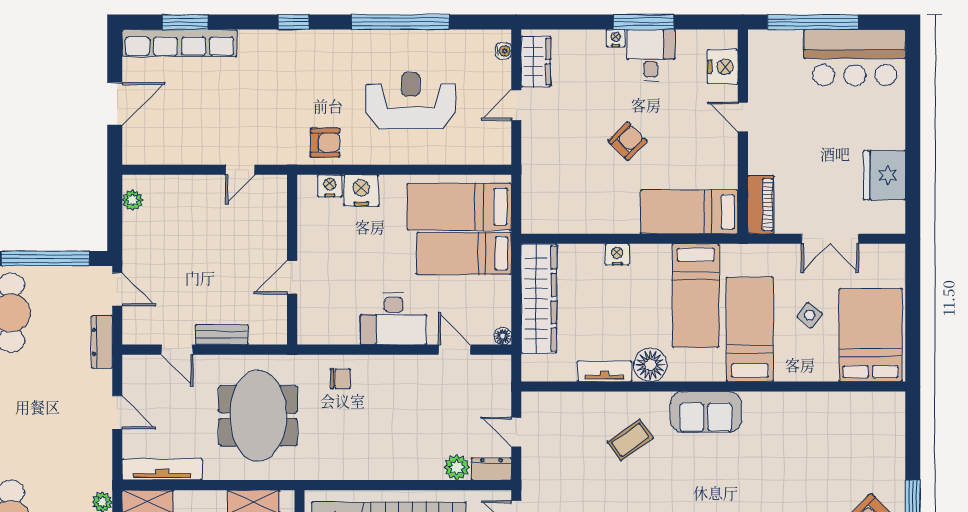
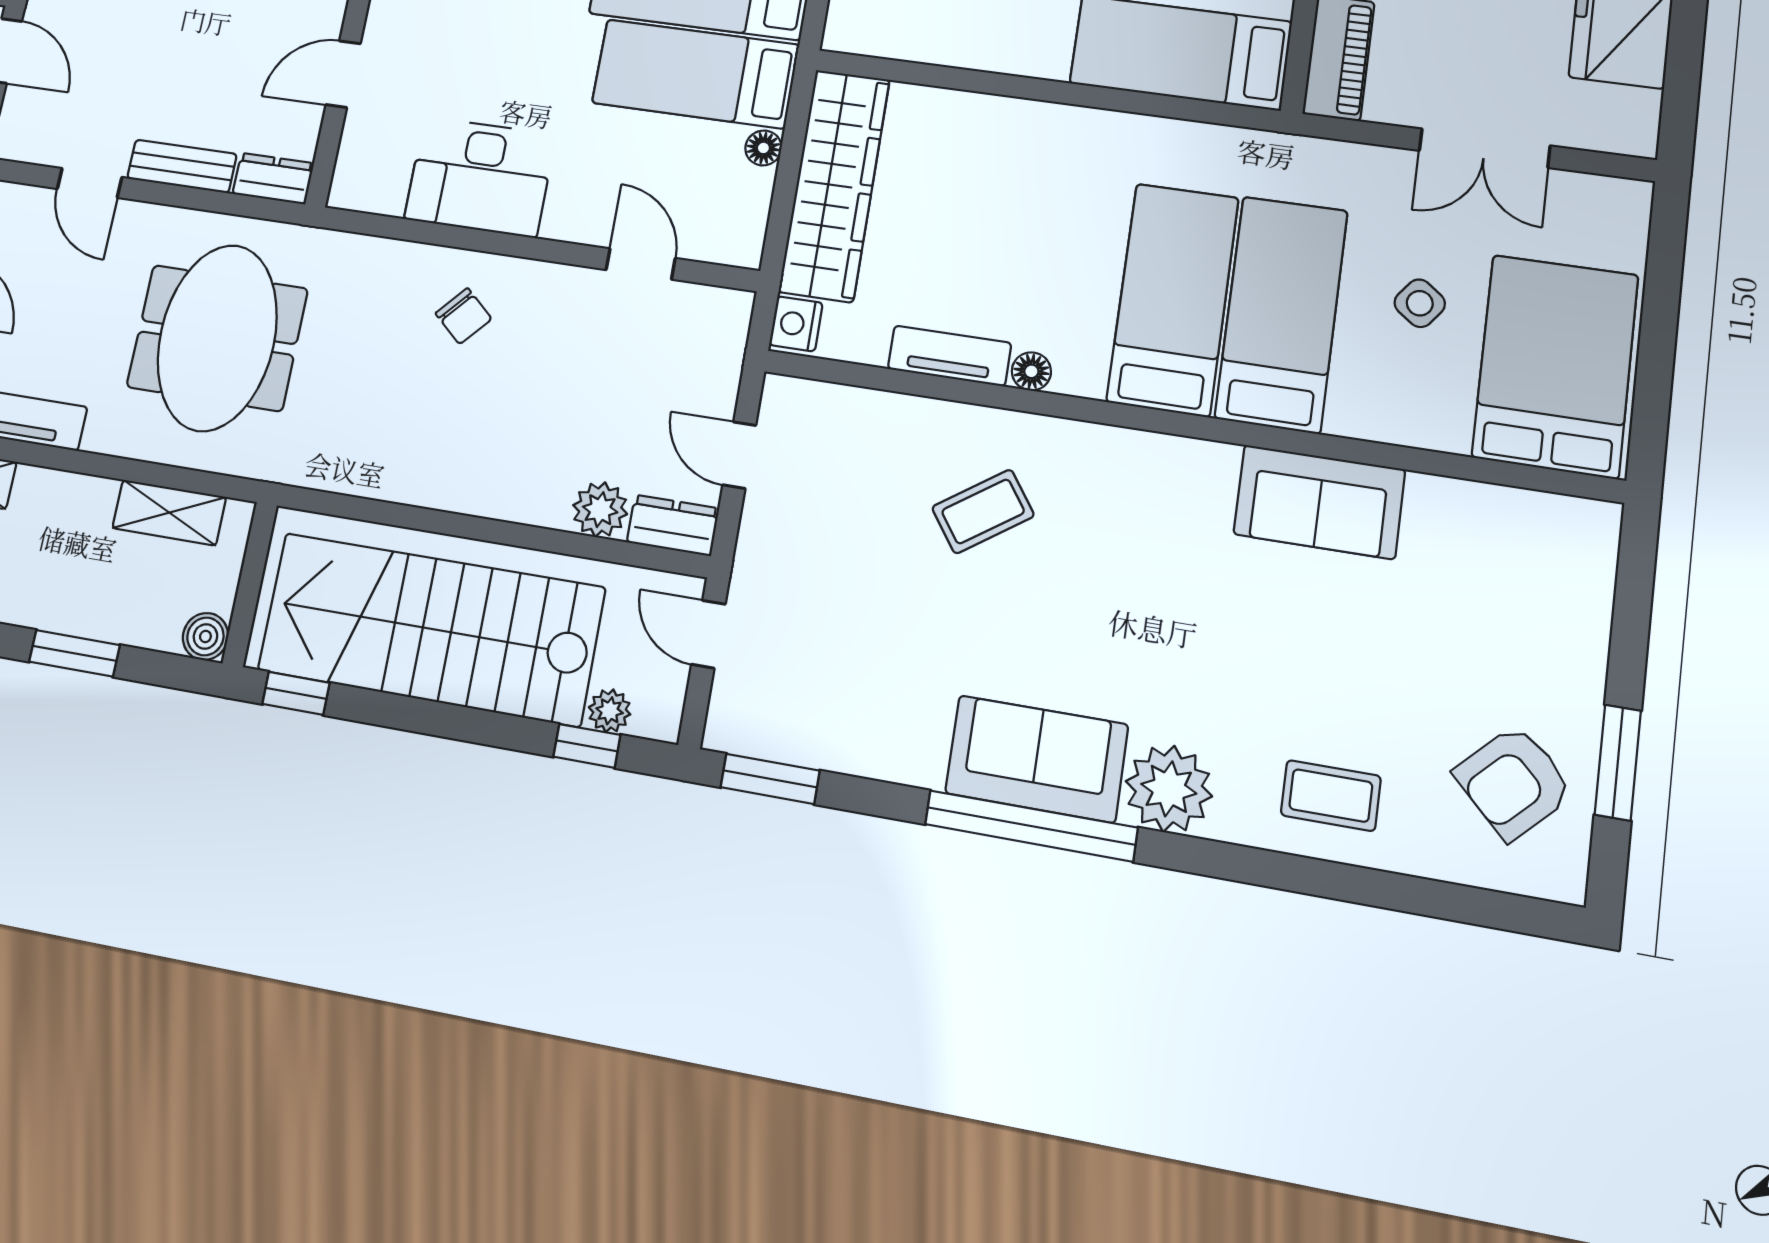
nightstand: (617, 255) -> (796, 324), moved, turned -90
bed: (696, 296) -> (1173, 299), moved, turned 180
desk: (394, 319) -> (480, 177), moved
dresser: (269, 334) -> (273, 179), added
floor lamp: (503, 336) -> (763, 148), moved
floor lamp: (650, 365) -> (1031, 371), width x0.53, depth x0.53
chair: (340, 379) -> (464, 316), moved, turned 42
sofa: (706, 412) -> (1319, 502), moved

